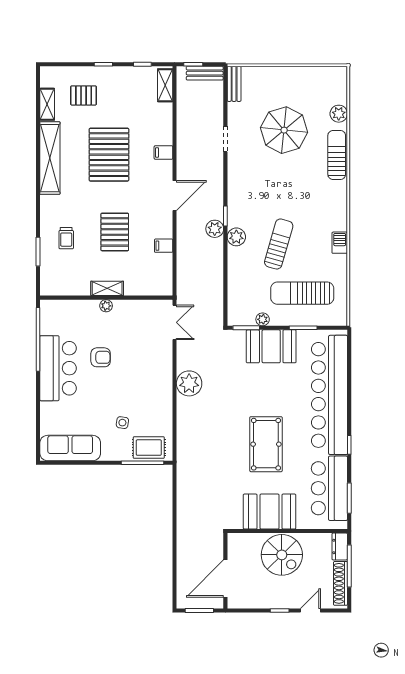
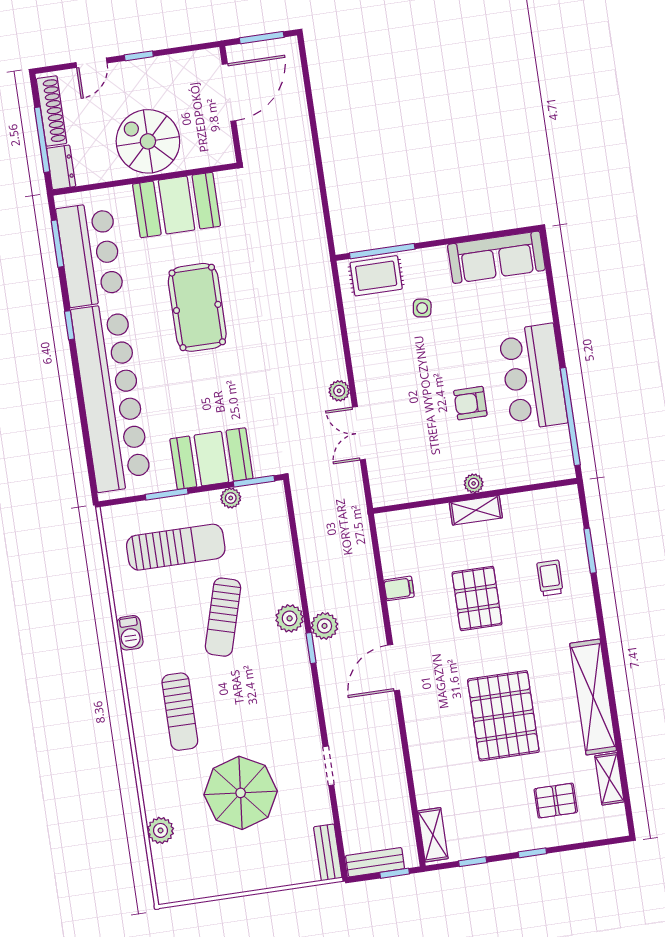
filing cabinet: (163, 152) -> (420, 731), removed
sun lounger: (337, 155) -> (180, 712), moved
double door: (175, 322) -> (359, 433), moved
plant: (189, 383) -> (339, 391), width x0.53, depth x0.53

